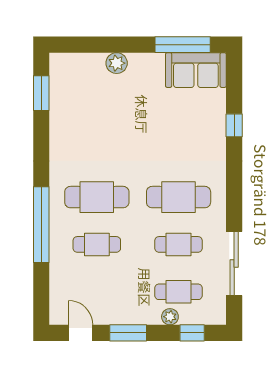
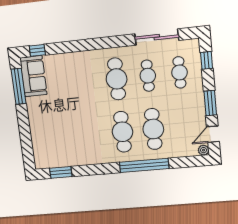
plant: (117, 63) -> (36, 127), removed
window: (234, 125) -> (37, 50), moved
cafe table: (97, 244) -> (153, 129), width x1.37, depth x1.35
plant: (170, 317) -> (203, 150), moved

